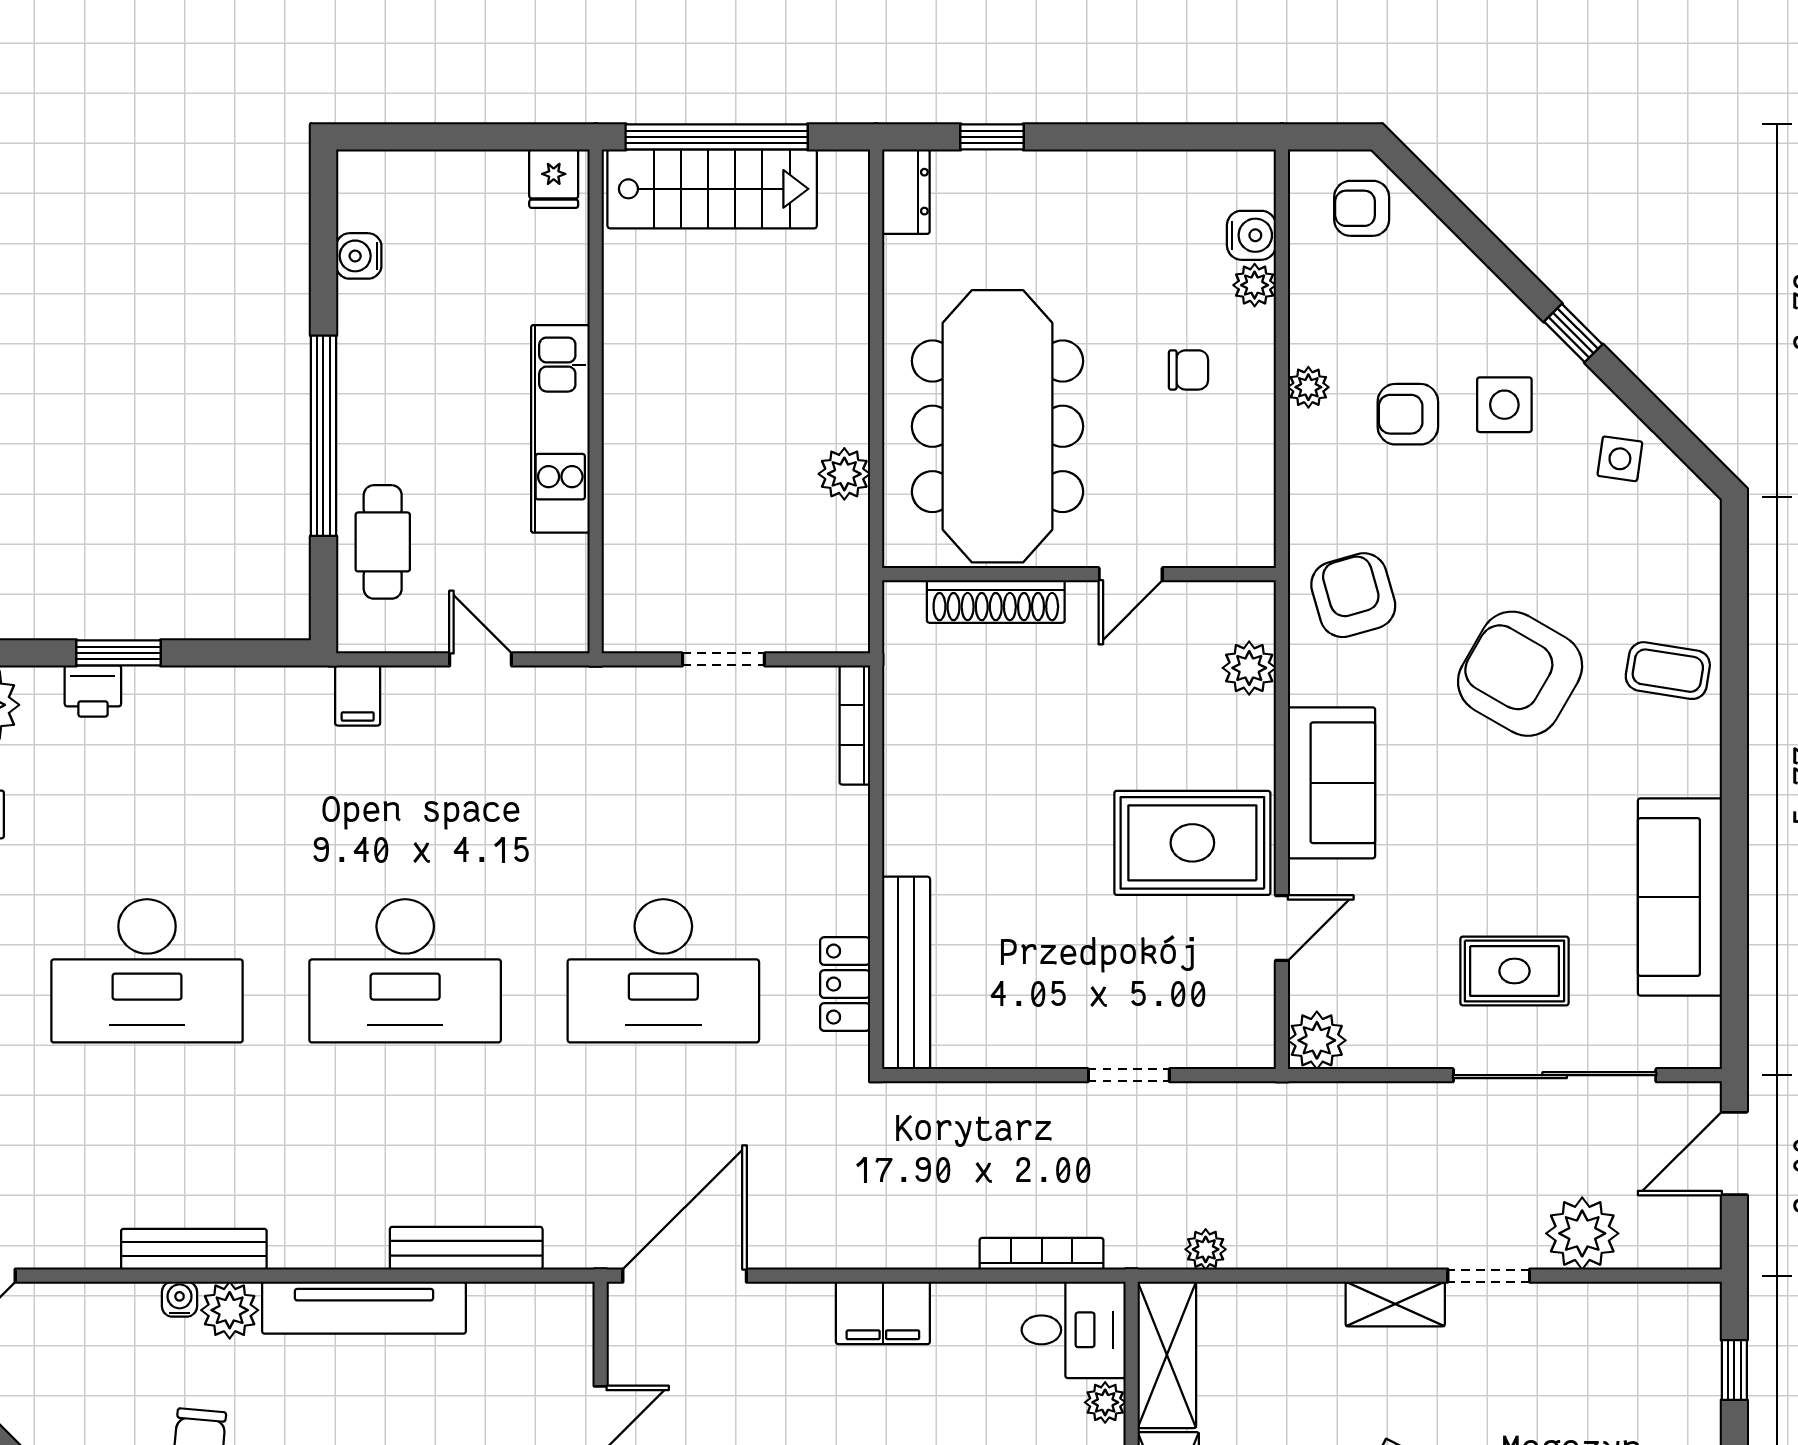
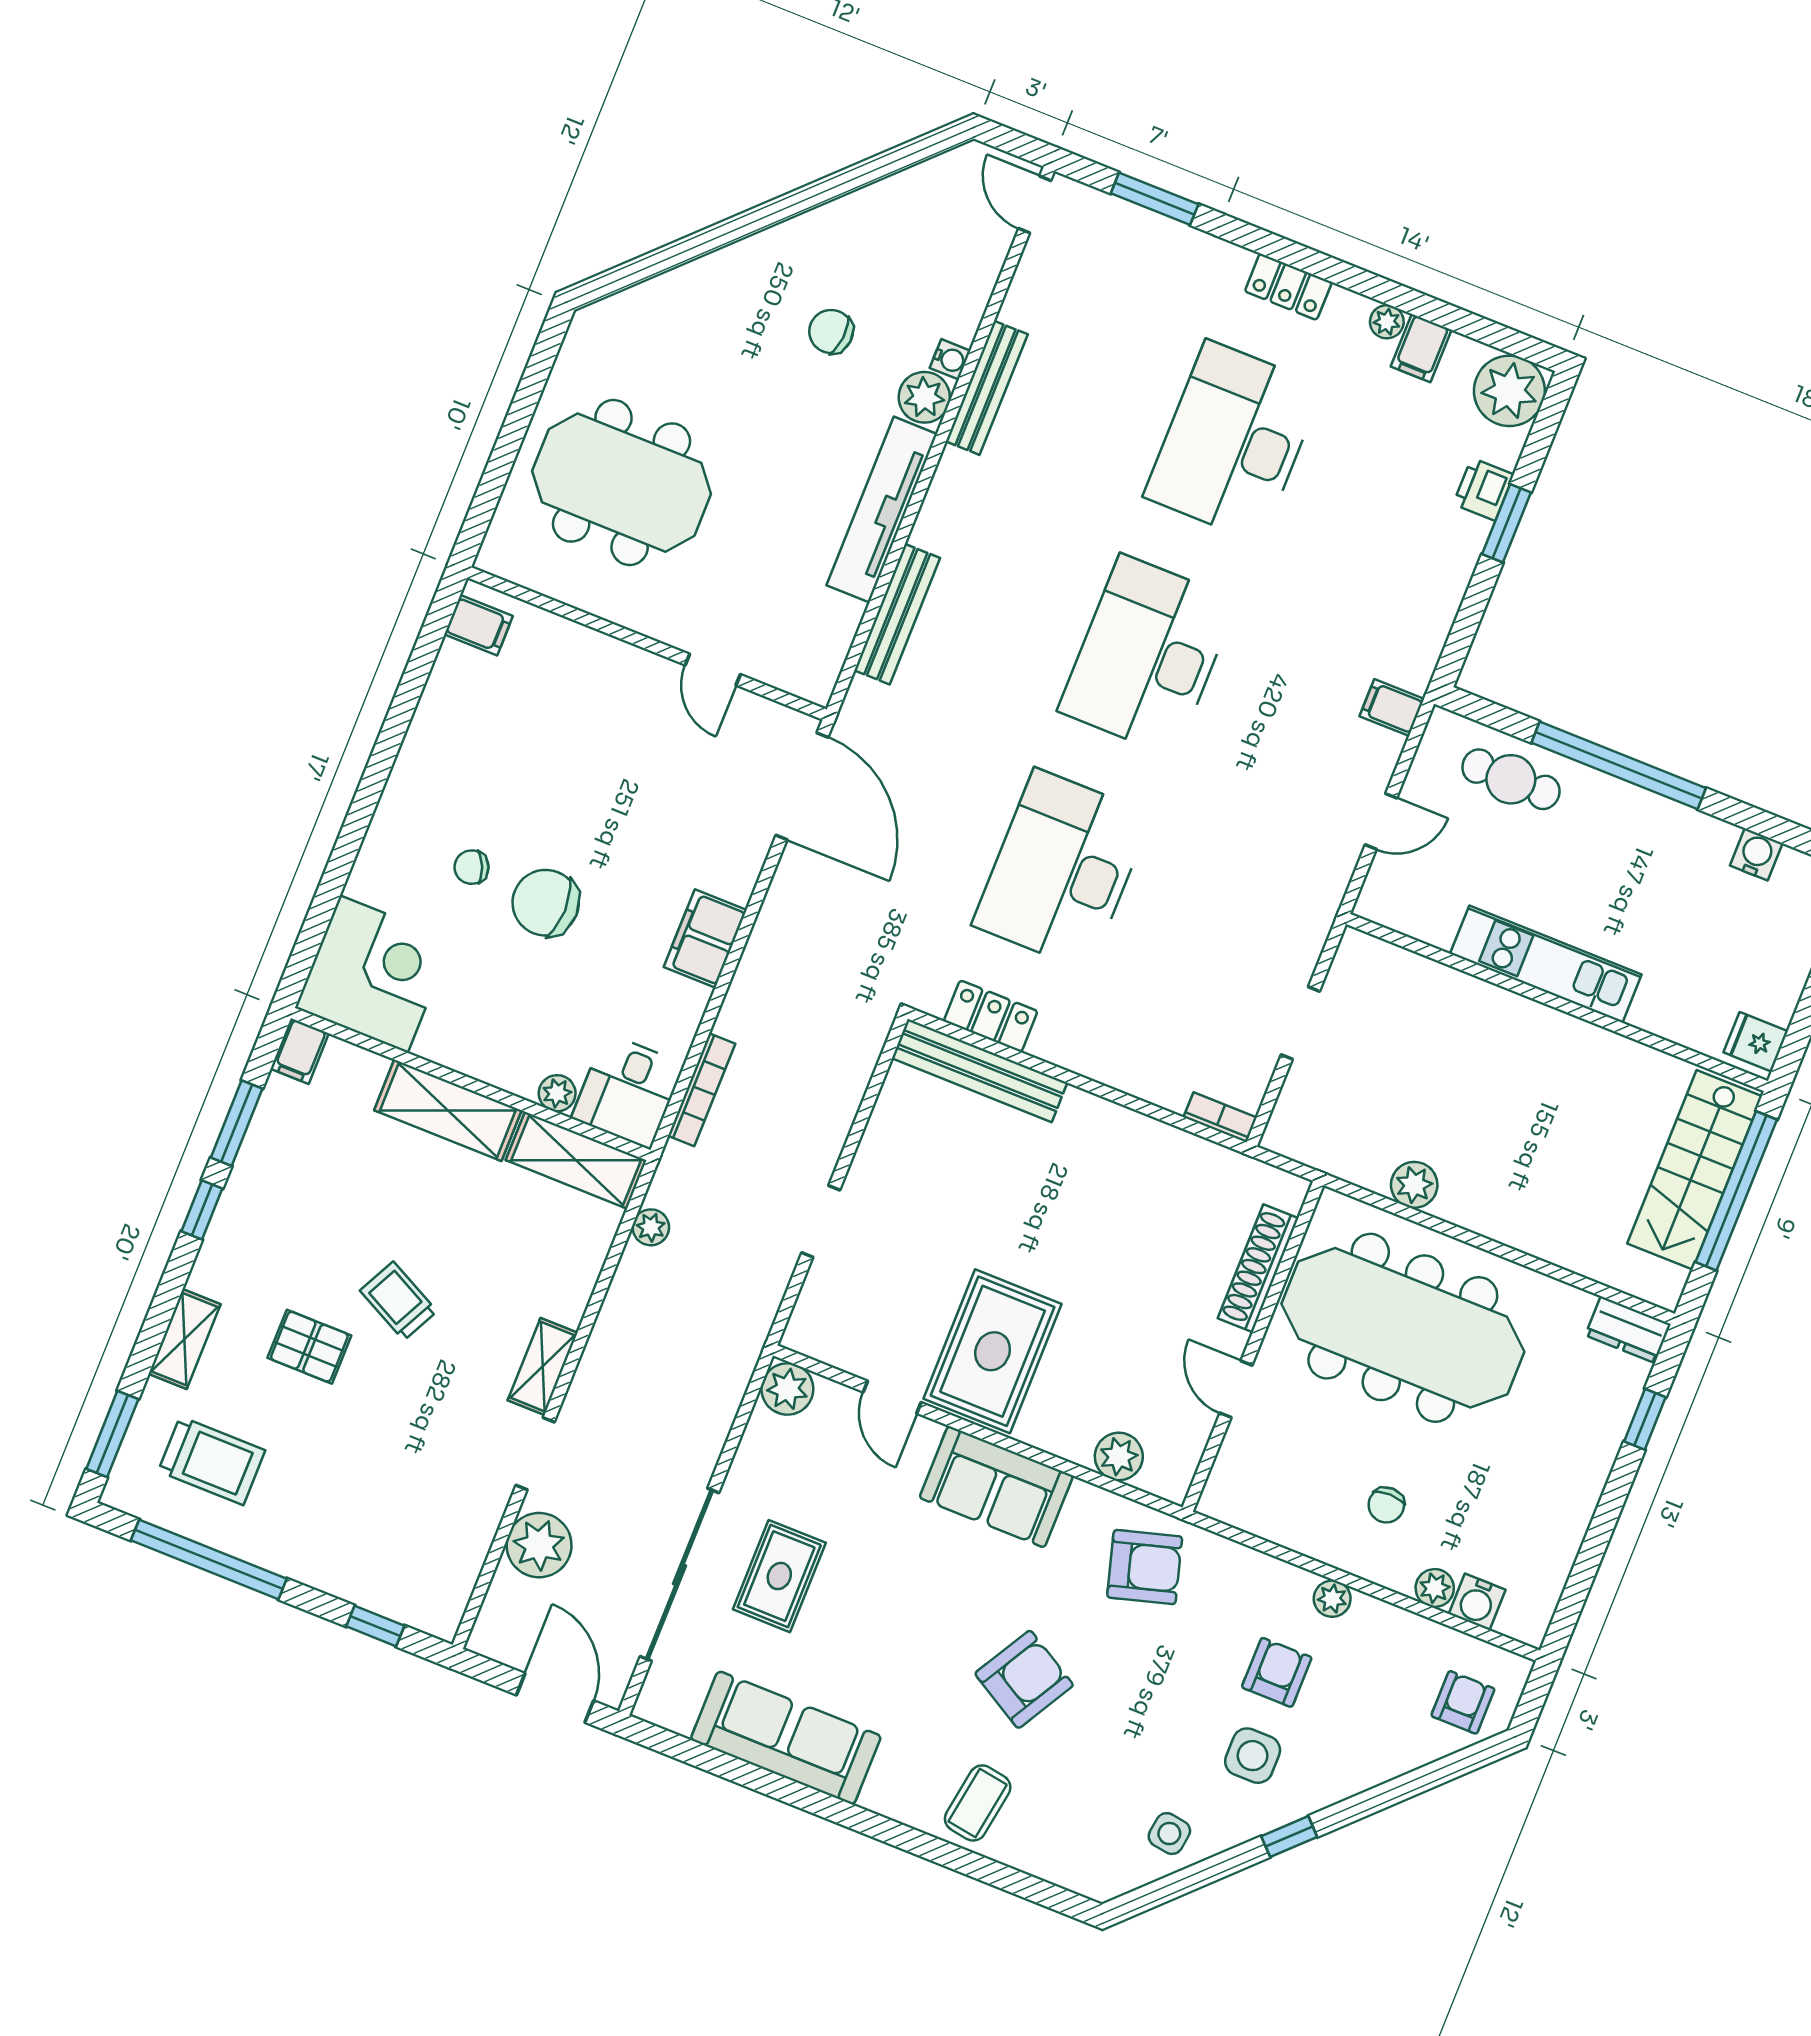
armchair: (1520, 674) -> (1024, 1679), width x0.73, depth x0.73
bookcase: (855, 725) -> (1220, 1117), width x0.64

